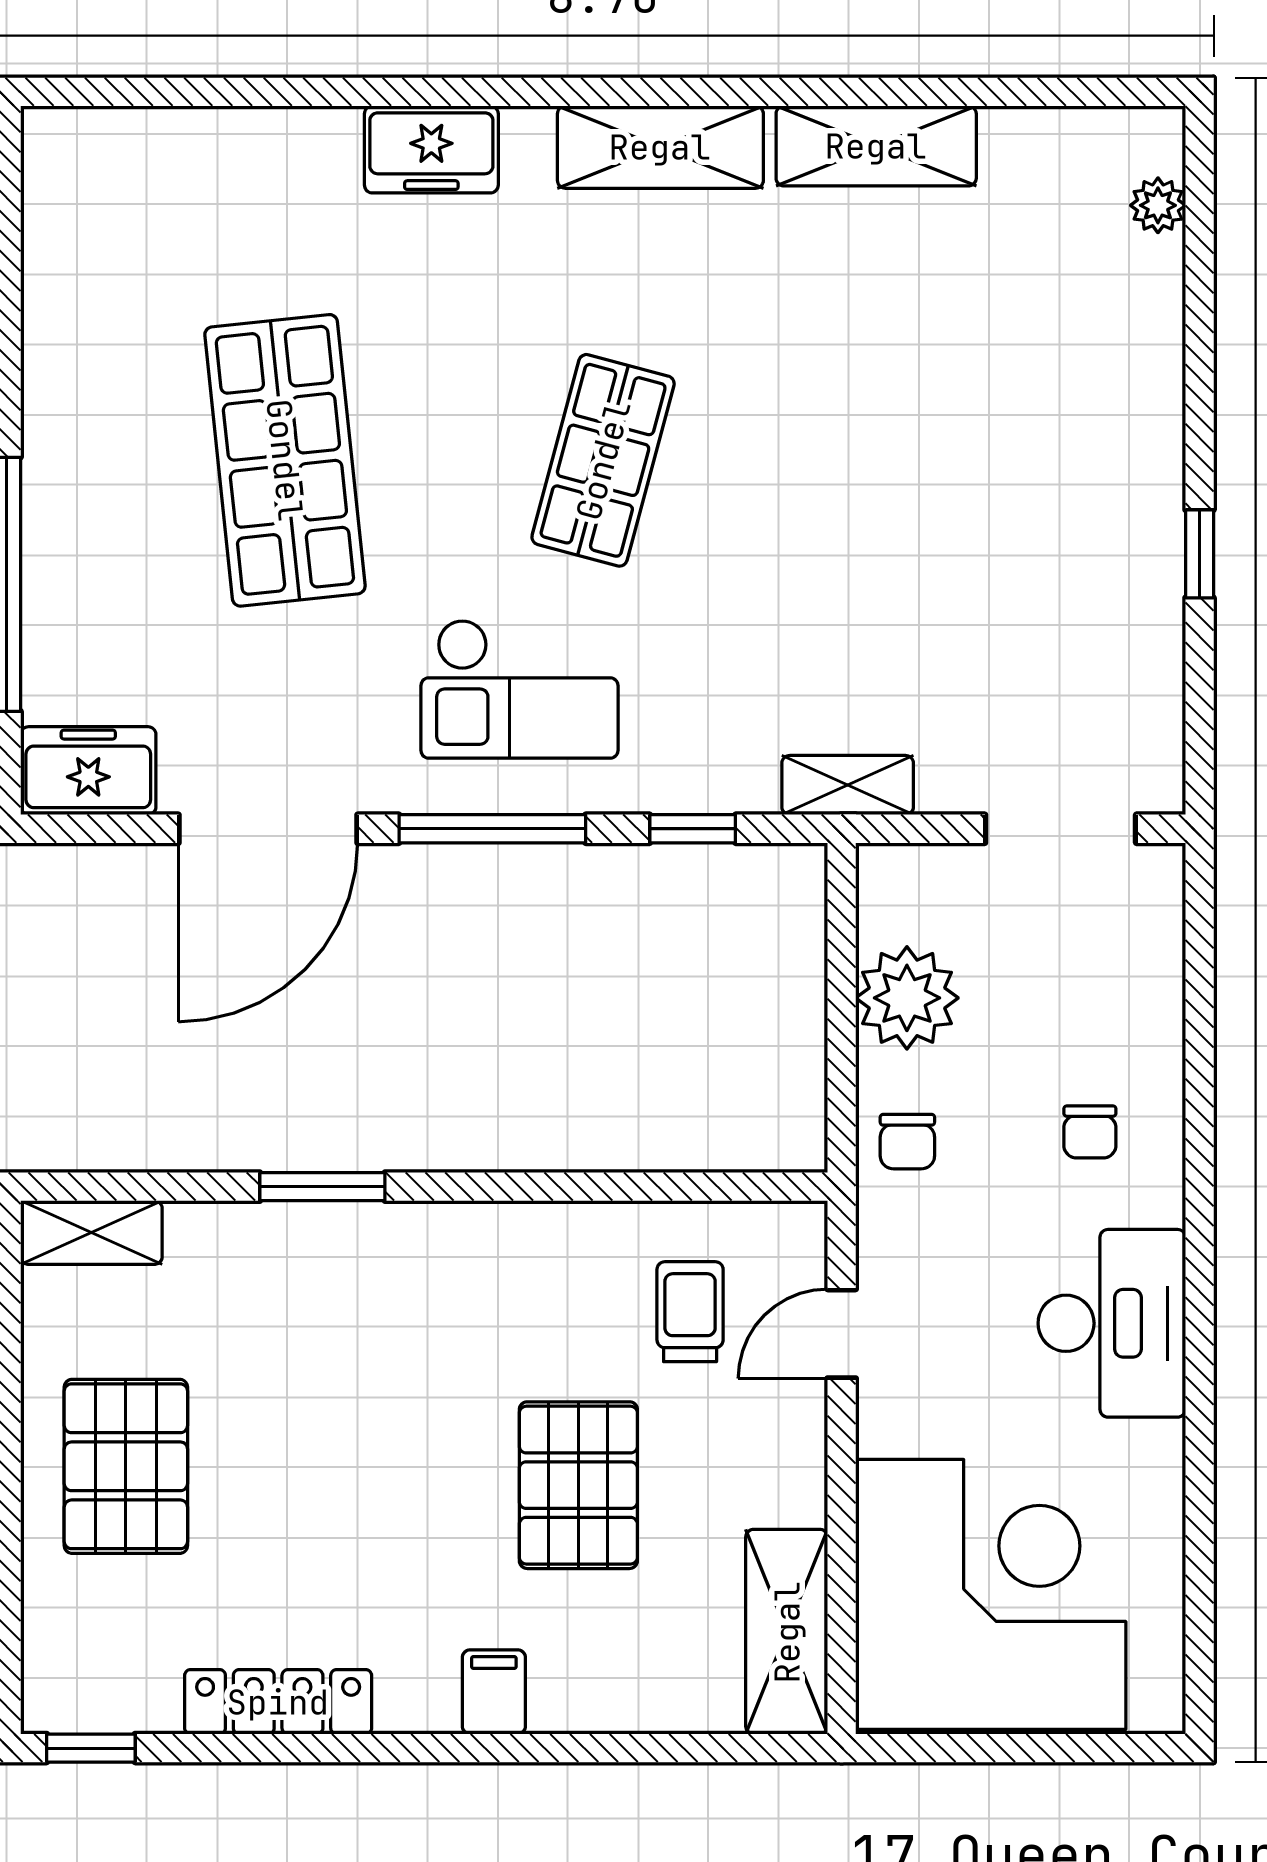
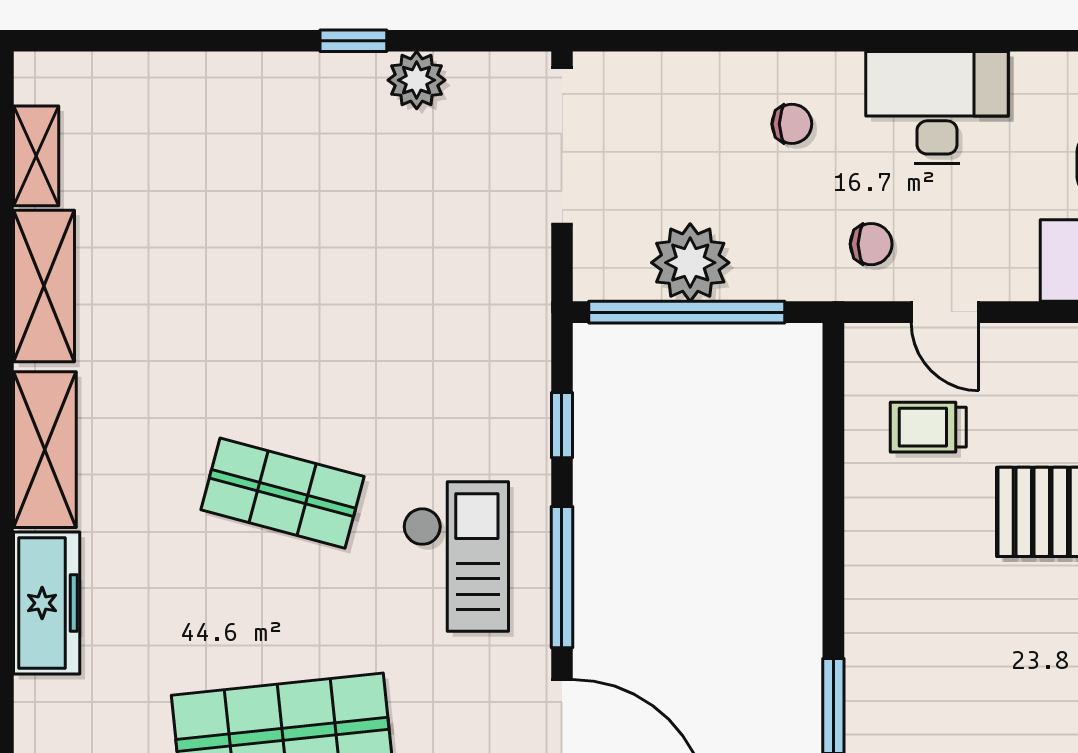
freezer: (431, 149) -> (47, 603), width x1.40
plant: (1158, 205) -> (417, 80), moved, width x1.38, depth x1.38
shelving: (848, 785) -> (36, 156), moved
doorway: (1061, 829) -> (562, 146), width x1.36
window: (842, 993) -> (687, 312), added
chair: (907, 1142) -> (871, 244), moved

